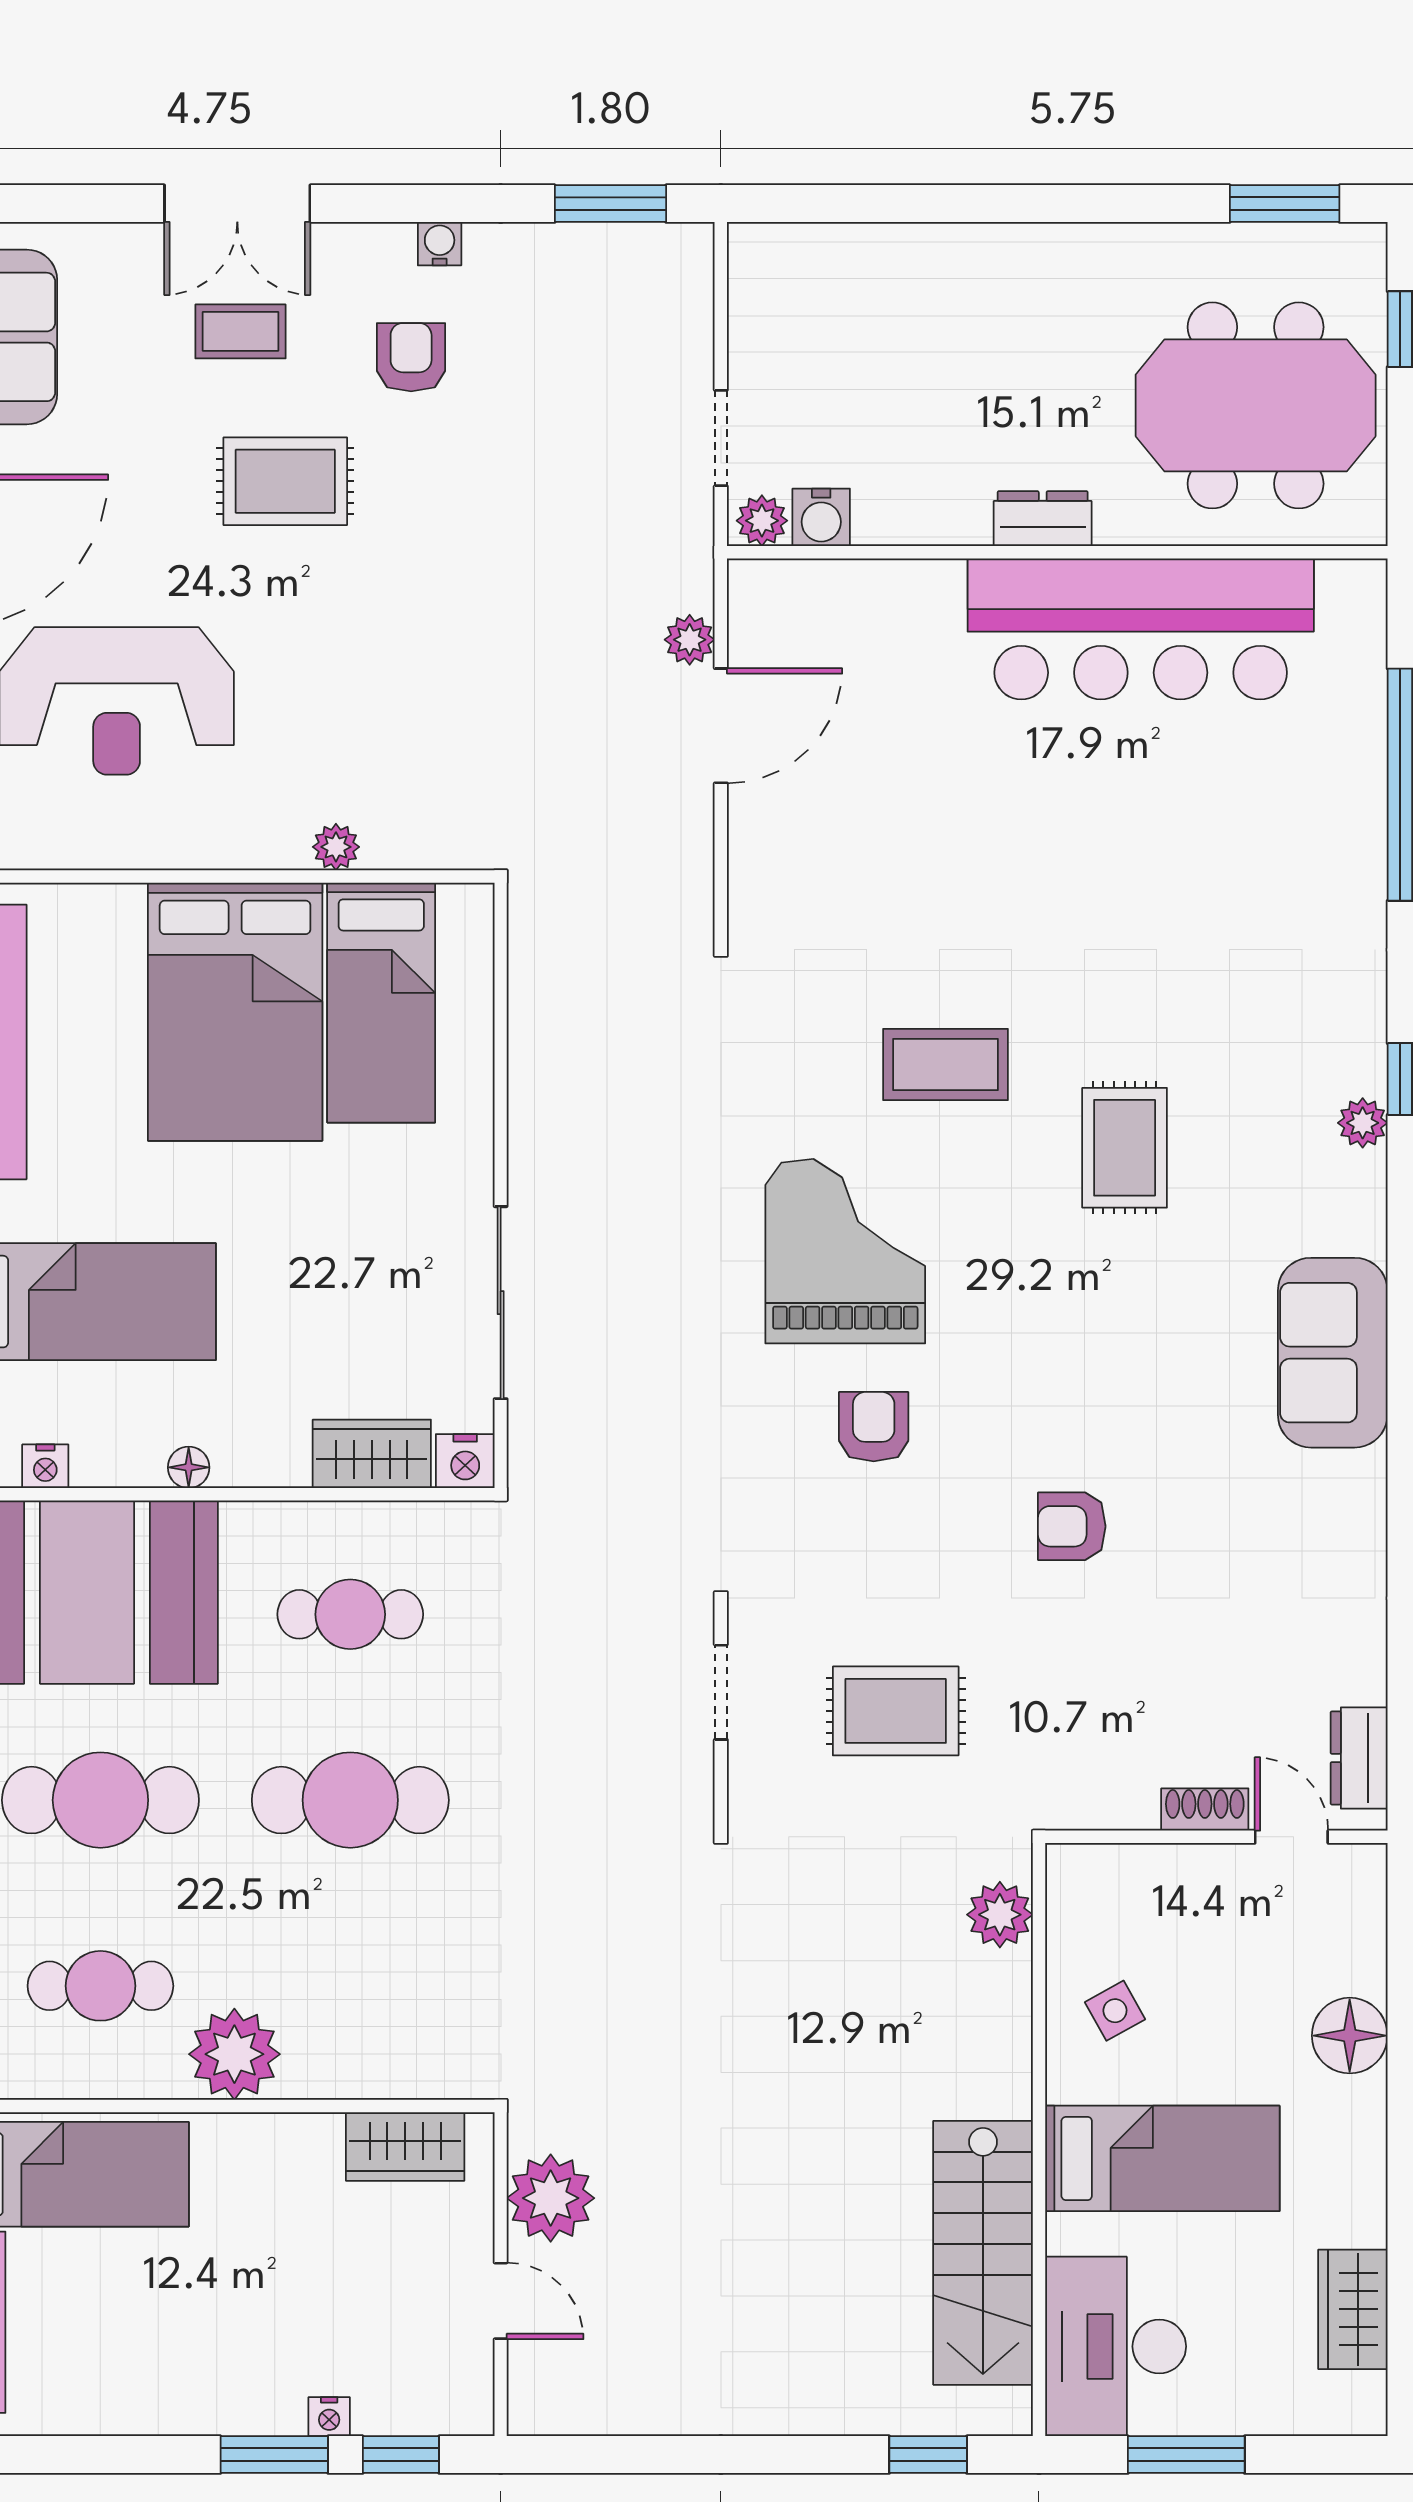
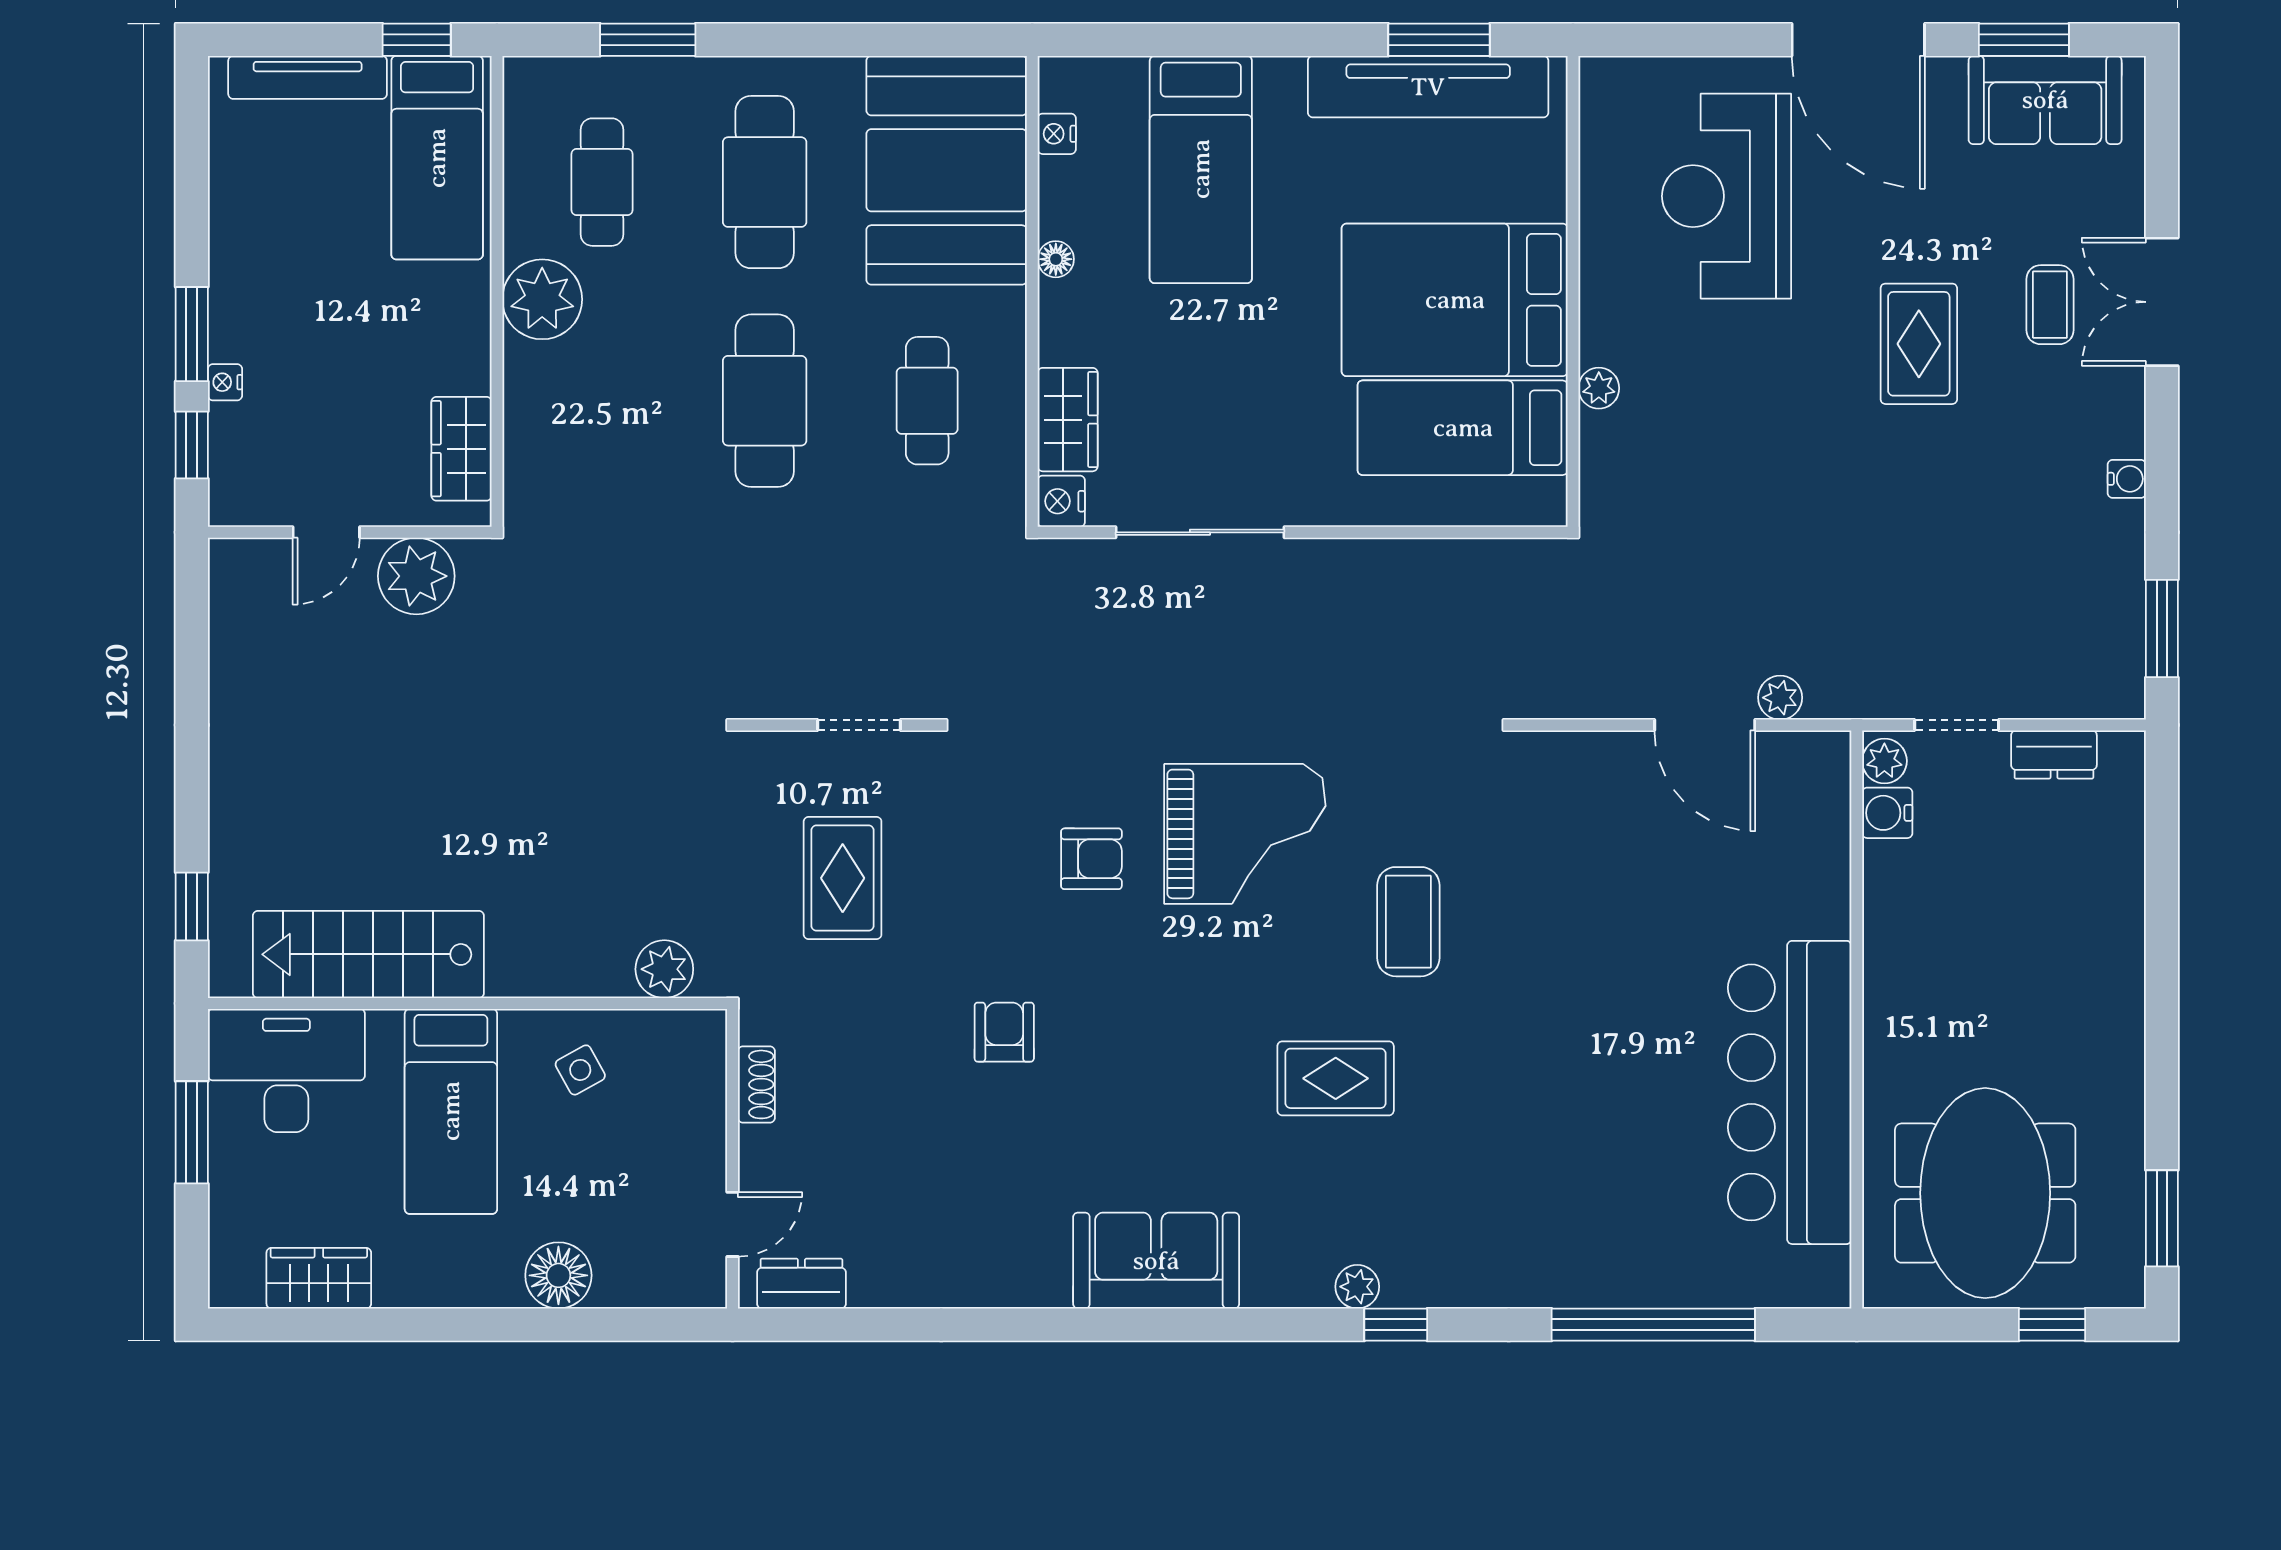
armchair: (411, 357) -> (2027, 454), removed
dresser: (1043, 519) -> (2054, 754), moved, turned 90
shoe rack: (1205, 1809) -> (756, 1084), moved

